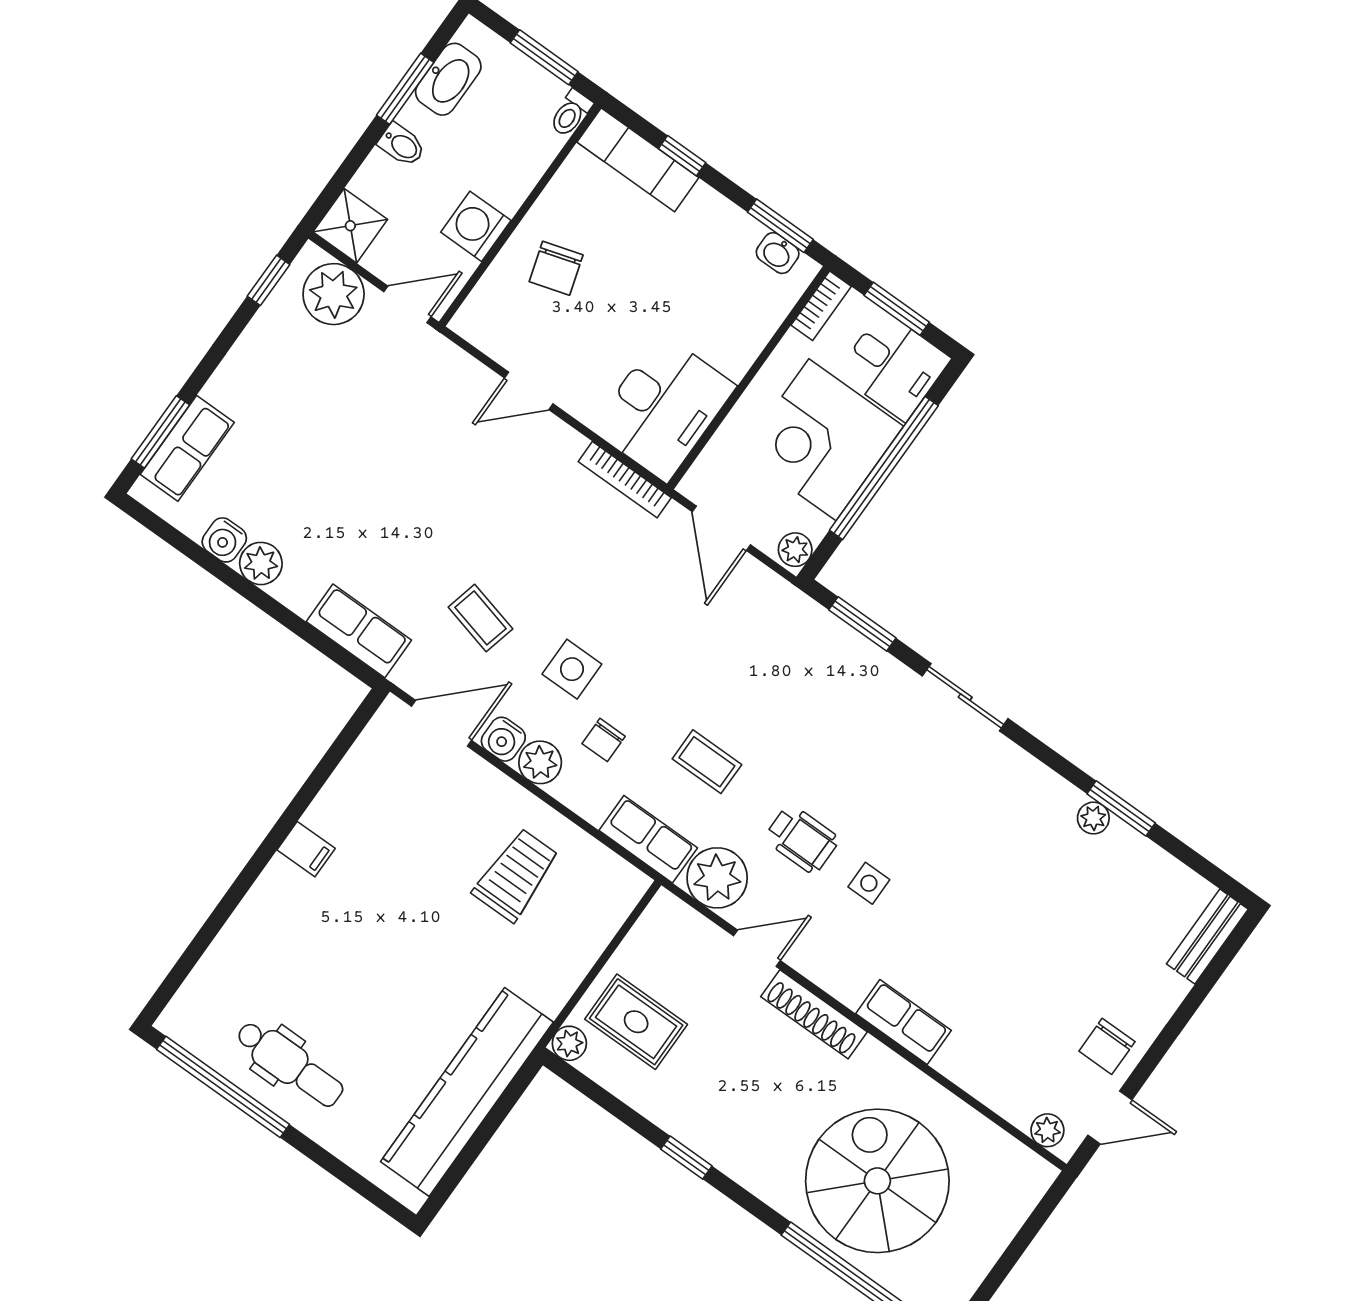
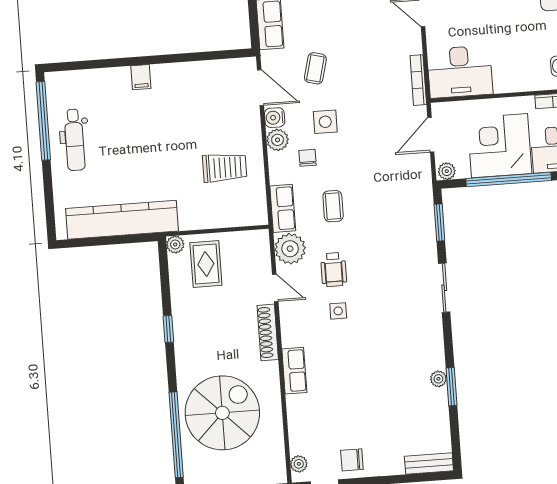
chair: (604, 740) -> (308, 158), turned 90
filing cabinet: (306, 849) -> (141, 77), moved

